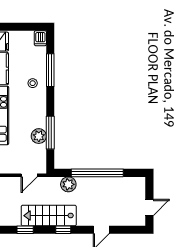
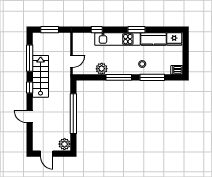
window: (50, 133) -> (119, 77), moved
door: (29, 175) -> (71, 61), swing flipped
plant: (68, 184) -> (64, 144), moved
window: (25, 230) -> (30, 58), width x2.17

